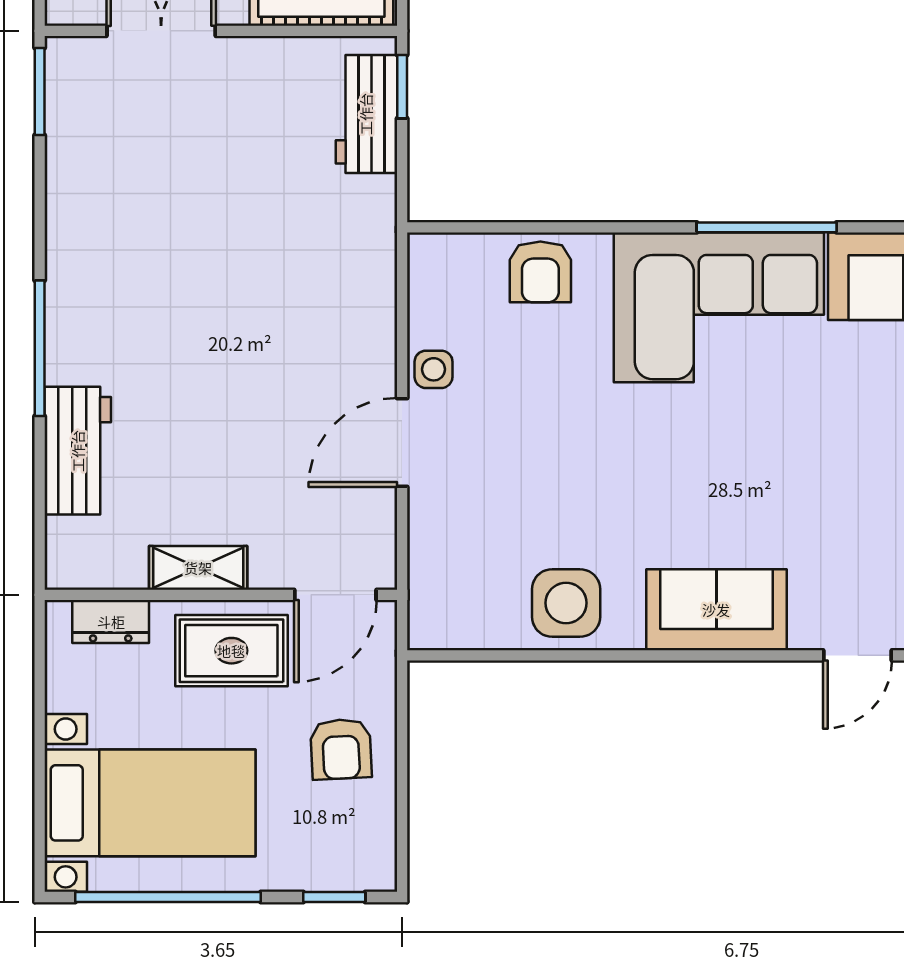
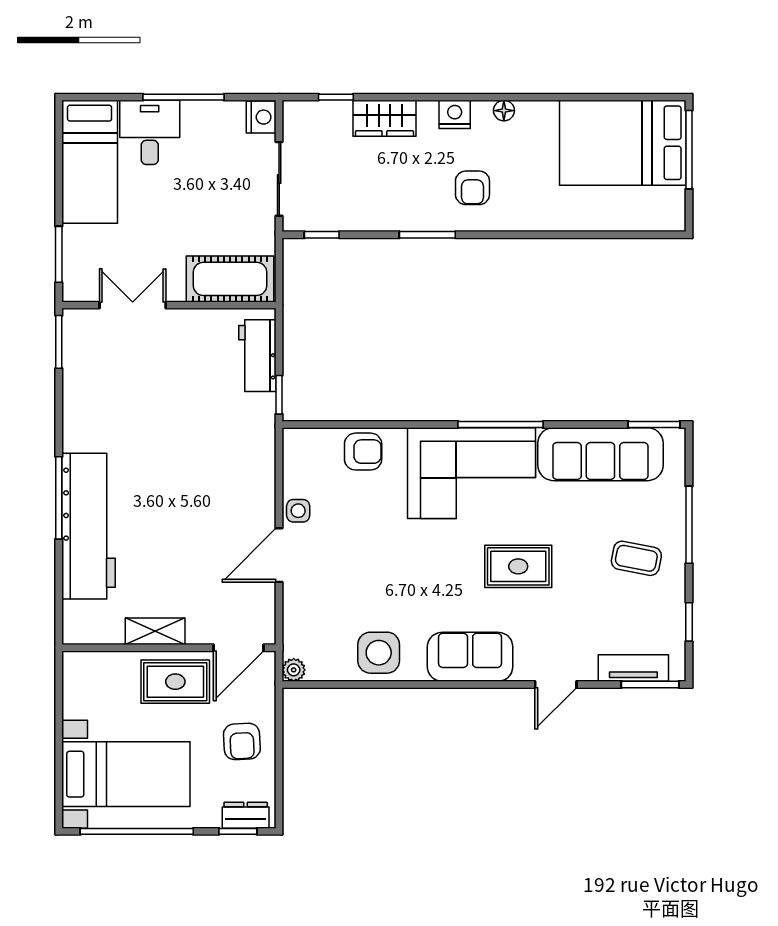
window: (402, 87) -> (279, 395), moved
armchair: (540, 272) -> (363, 452), turned -90
workbench: (78, 451) -> (88, 526), width x1.88, depth x1.32
rug: (796, 461) -> (518, 566), added
dresser: (111, 622) -> (246, 815), moved, turned 180
plant: (426, 631) -> (294, 670), added

